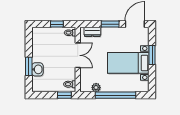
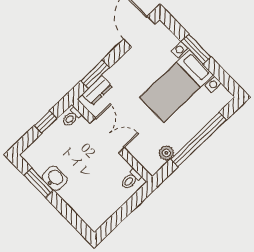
window: (110, 24) -> (95, 74), moved
window: (29, 66) -> (39, 183), moved
washbasin: (37, 69) -> (55, 178), moved
window: (64, 95) -> (137, 199), removed

